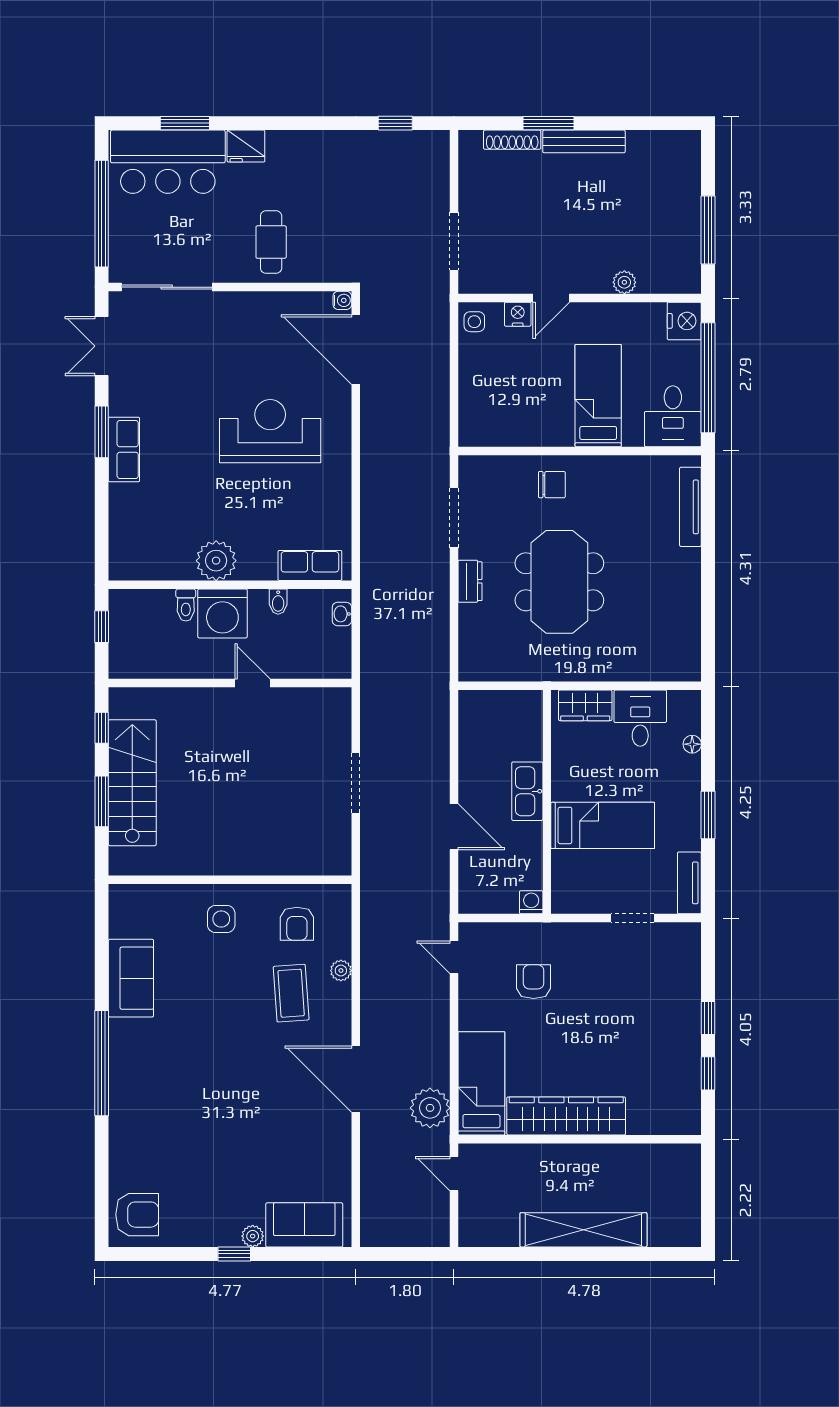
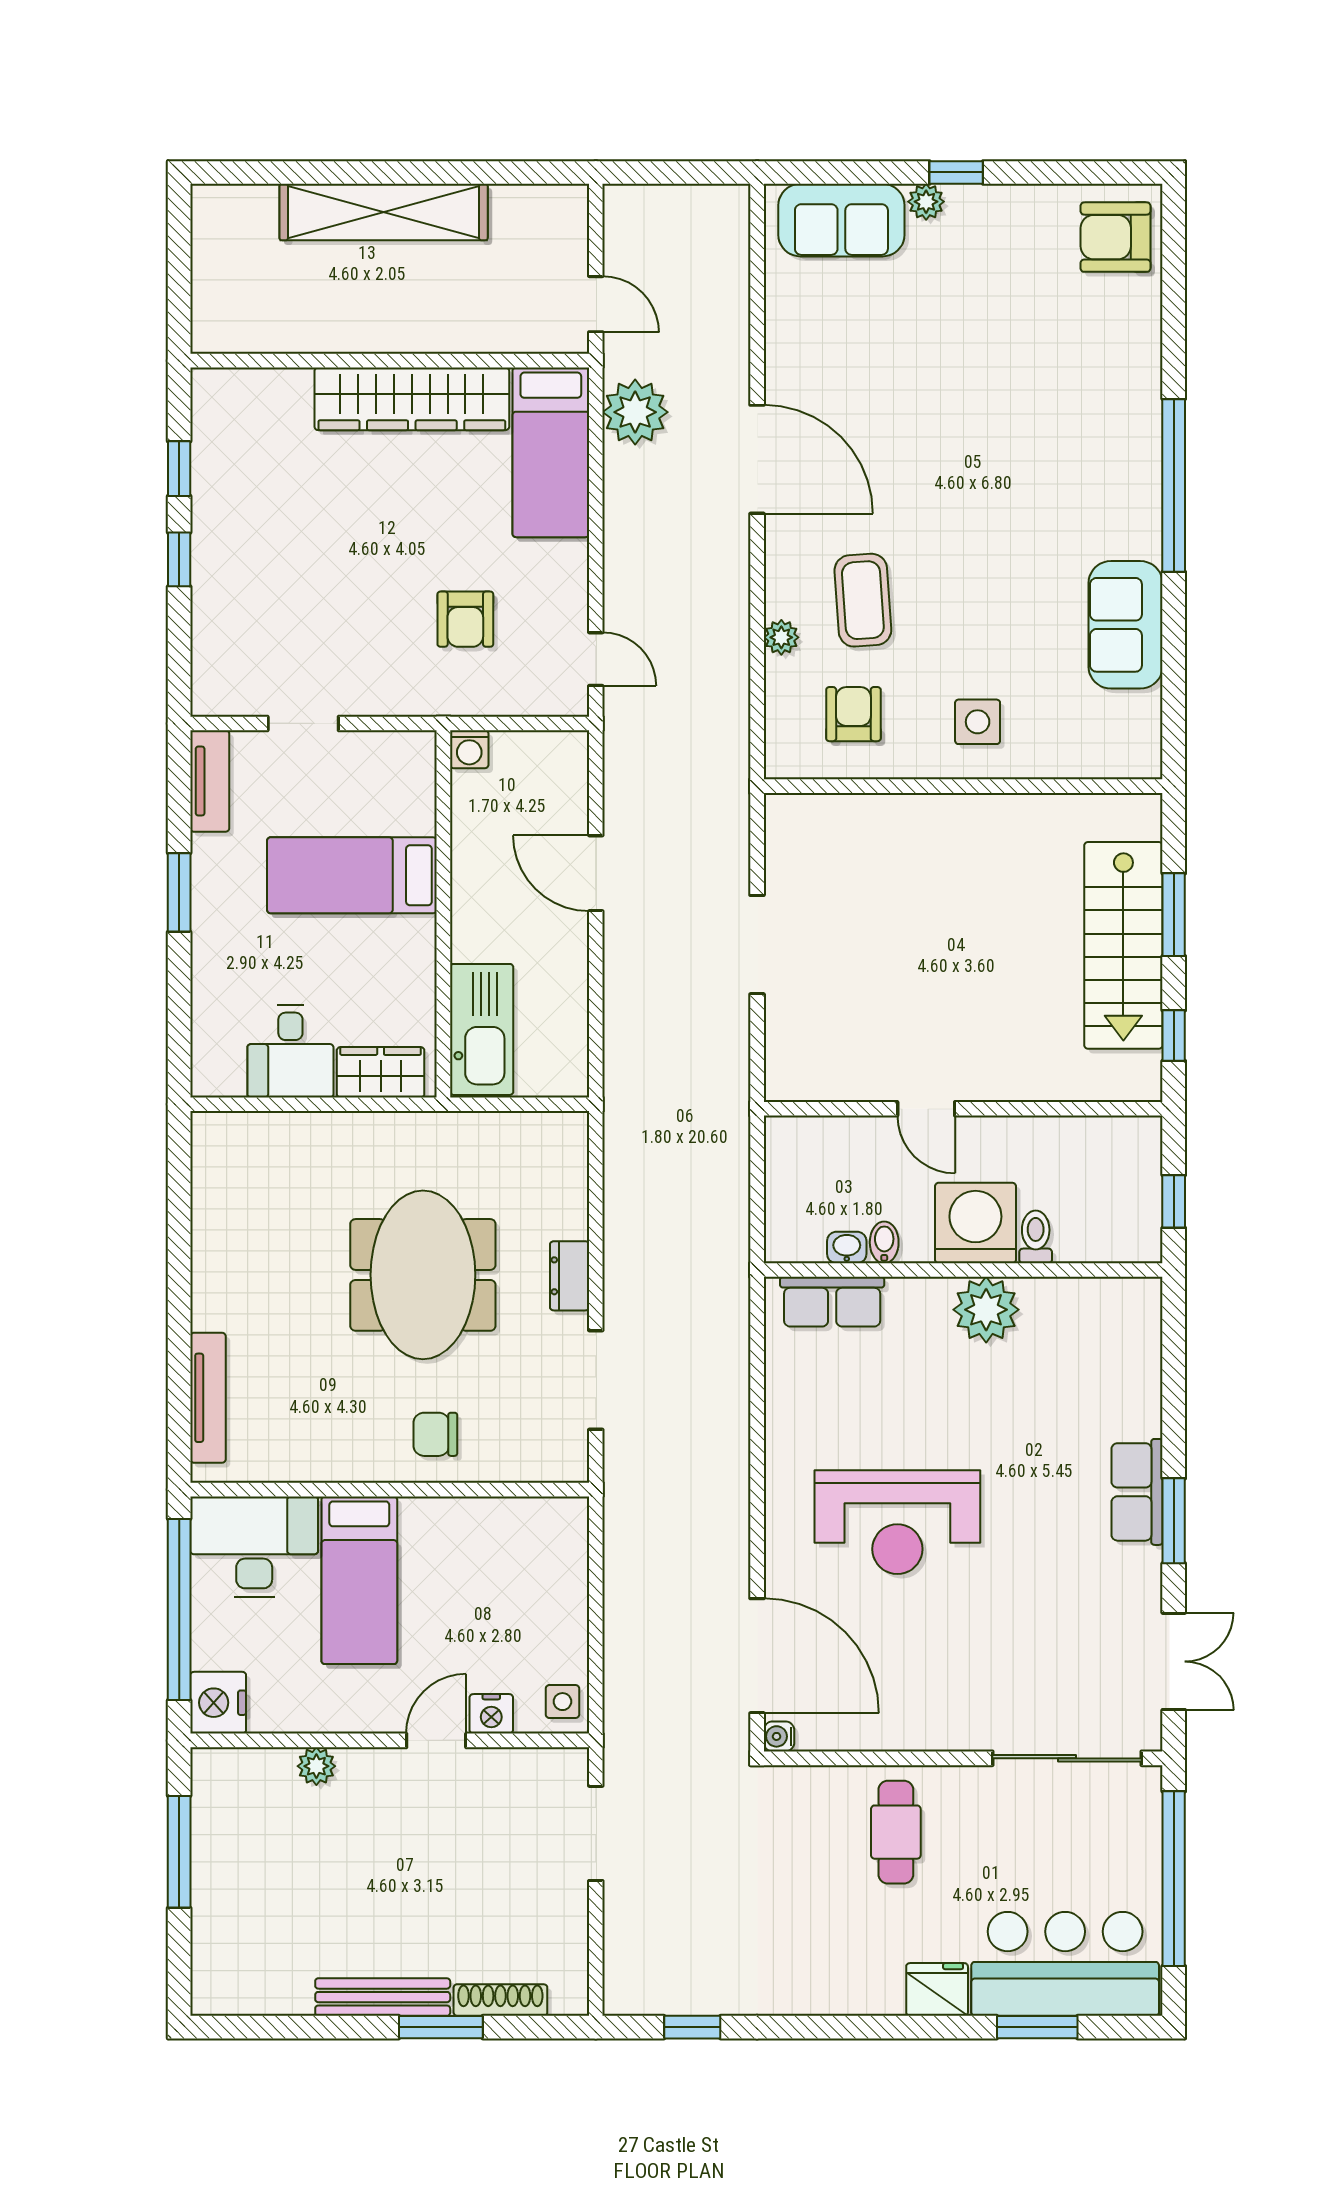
desk: (673, 416) -> (254, 1546), width x1.37
washbasin: (342, 614) -> (847, 1247), moved, turned -90
floor lamp: (692, 744) -> (205, 1008), removed
kitchen sink: (527, 791) -> (482, 1029), moved, width x1.36, depth x1.24

